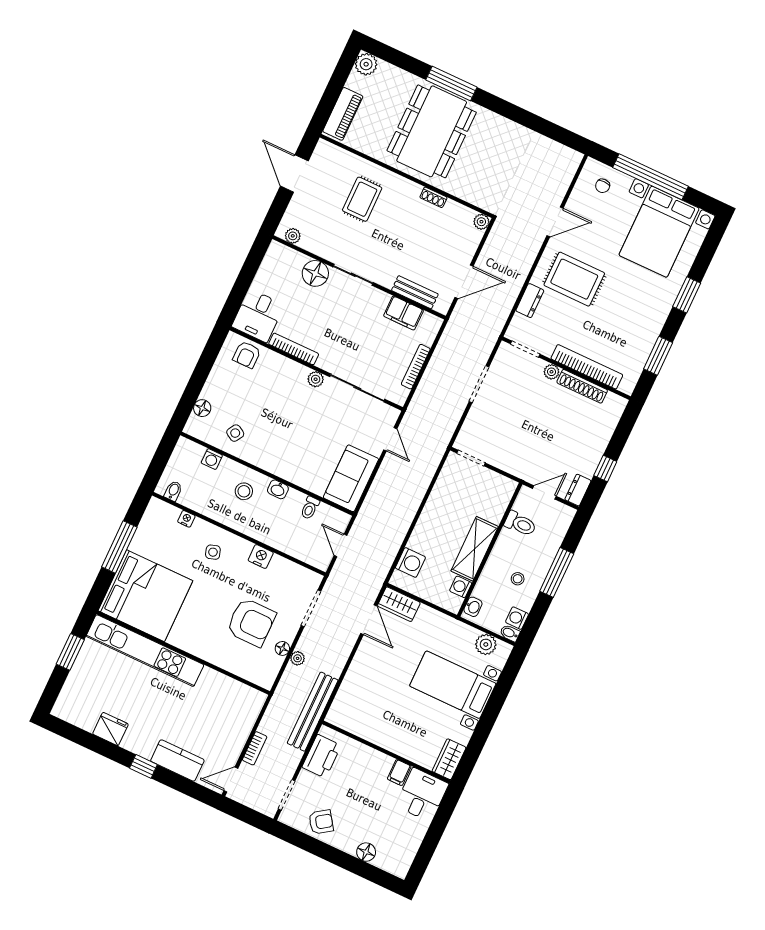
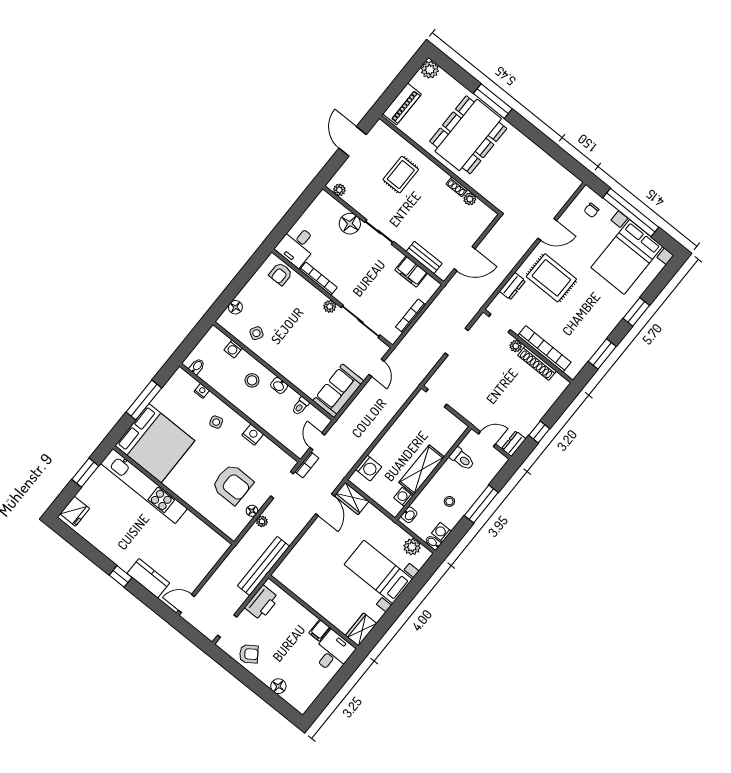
plant: (481, 222) -> (470, 199), moved
fridge: (110, 729) -> (75, 511), moved, turned 90
bookcase: (255, 748) -> (307, 465), moved

